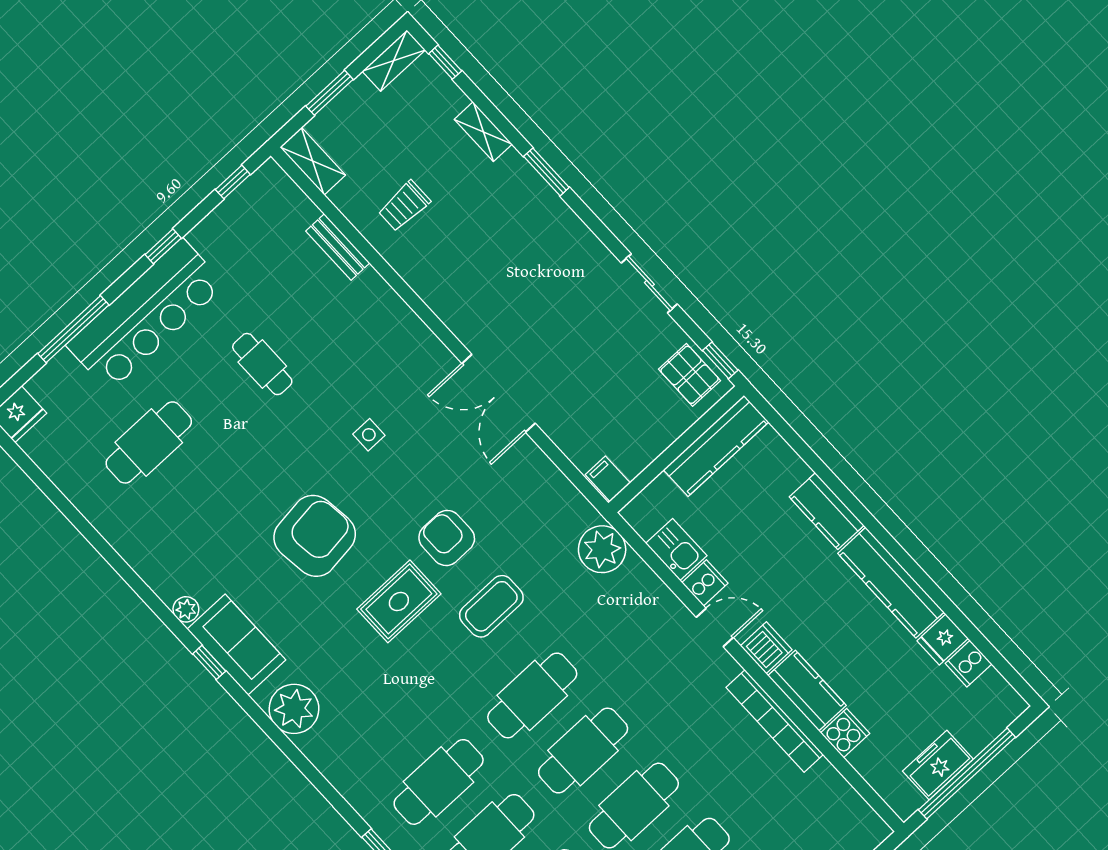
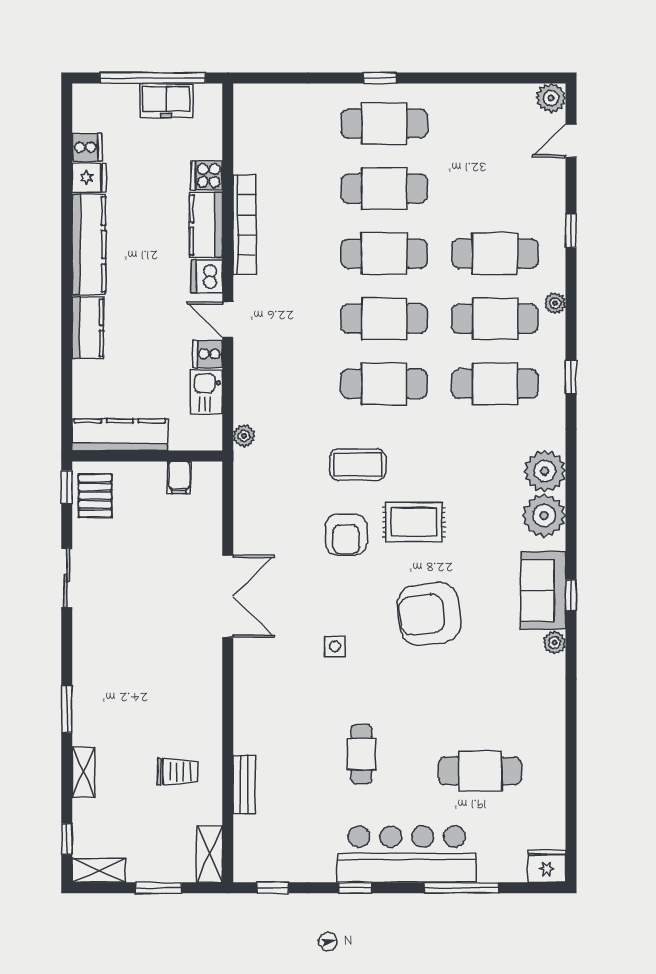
filing cabinet: (608, 479) -> (179, 477), moved
plant: (602, 549) -> (244, 436), width x0.53, depth x0.53
plant: (328, 747) -> (545, 471), added

